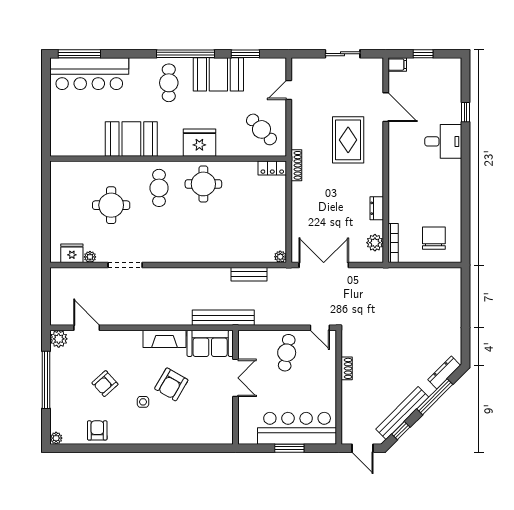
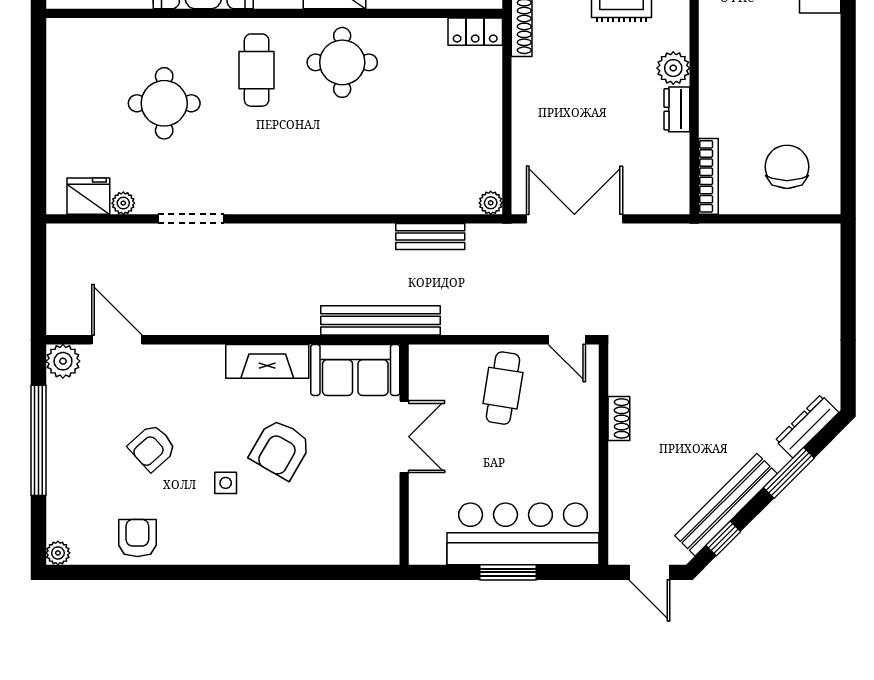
plant: (375, 243) -> (673, 68), moved
window: (435, 397) -> (789, 473), width x0.69

